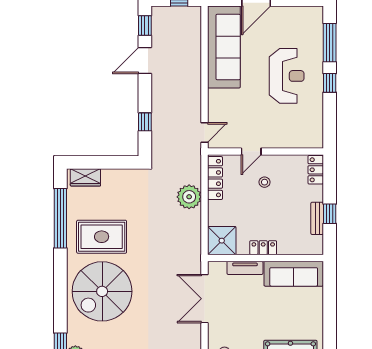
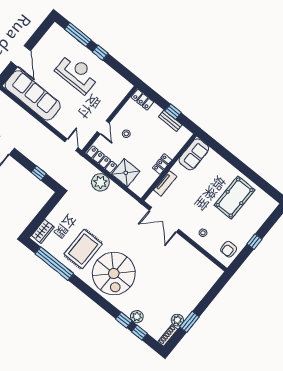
shower: (222, 241) -> (126, 173), moved
sofa: (294, 274) -> (194, 154), width x0.73

